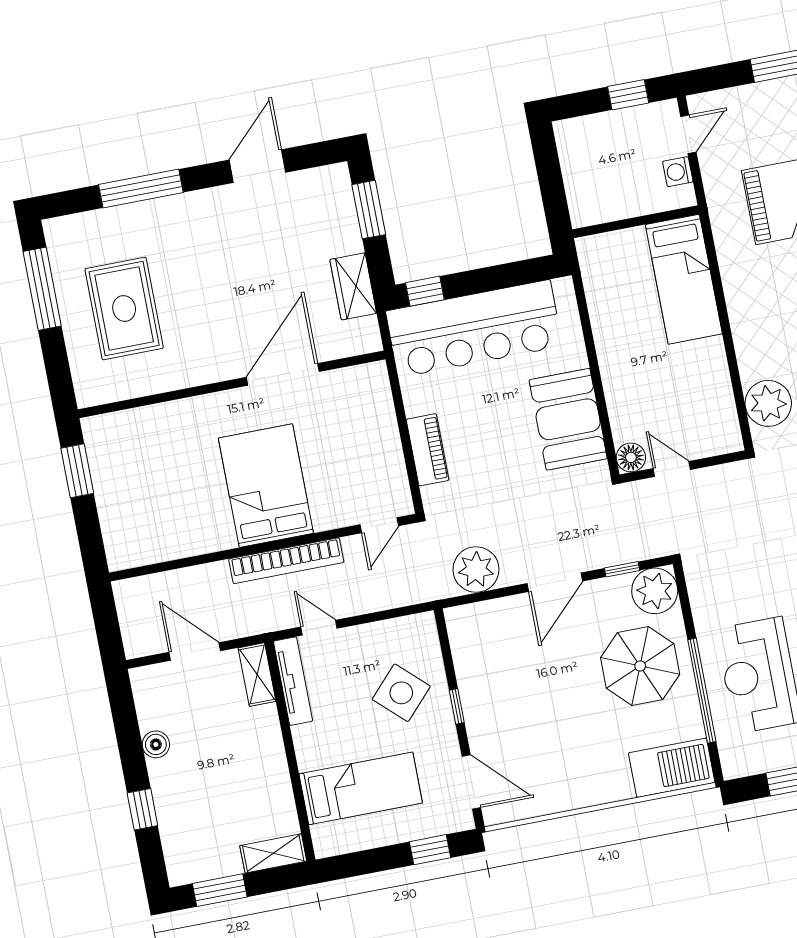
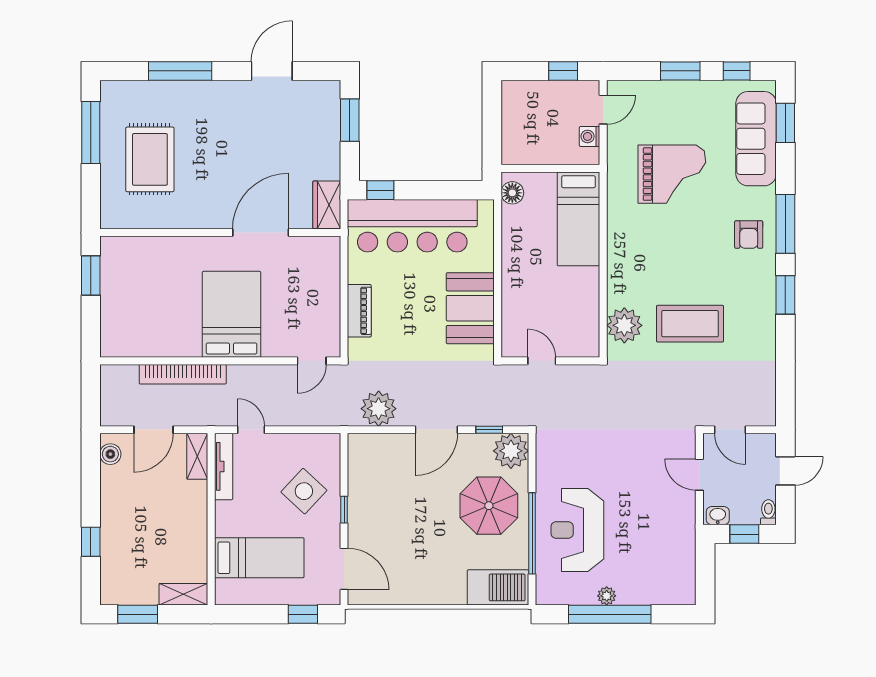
wardrobe: (353, 286) -> (327, 205), moved
floor lamp: (631, 457) -> (512, 193), moved
bookcase: (286, 561) -> (183, 374), moved
door: (195, 652) -> (153, 430), swing flipped
boiler: (156, 744) -> (110, 454), moved

